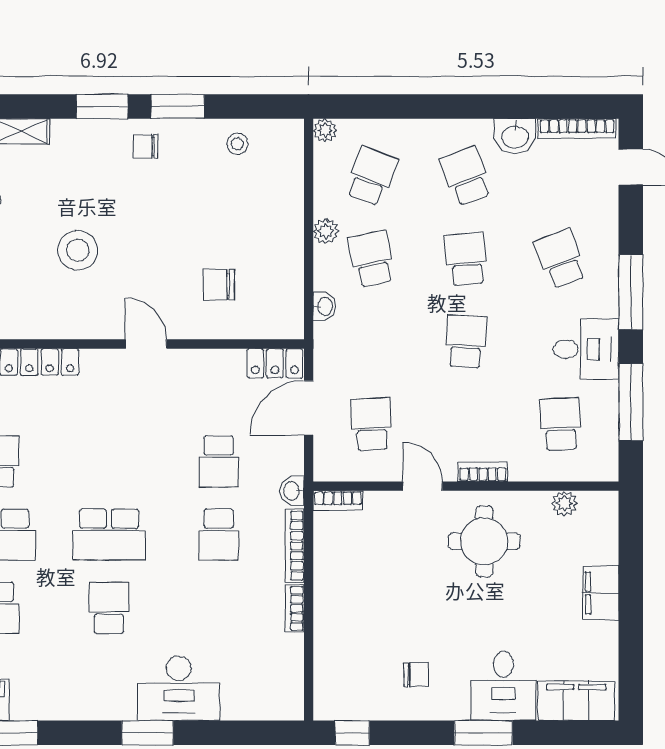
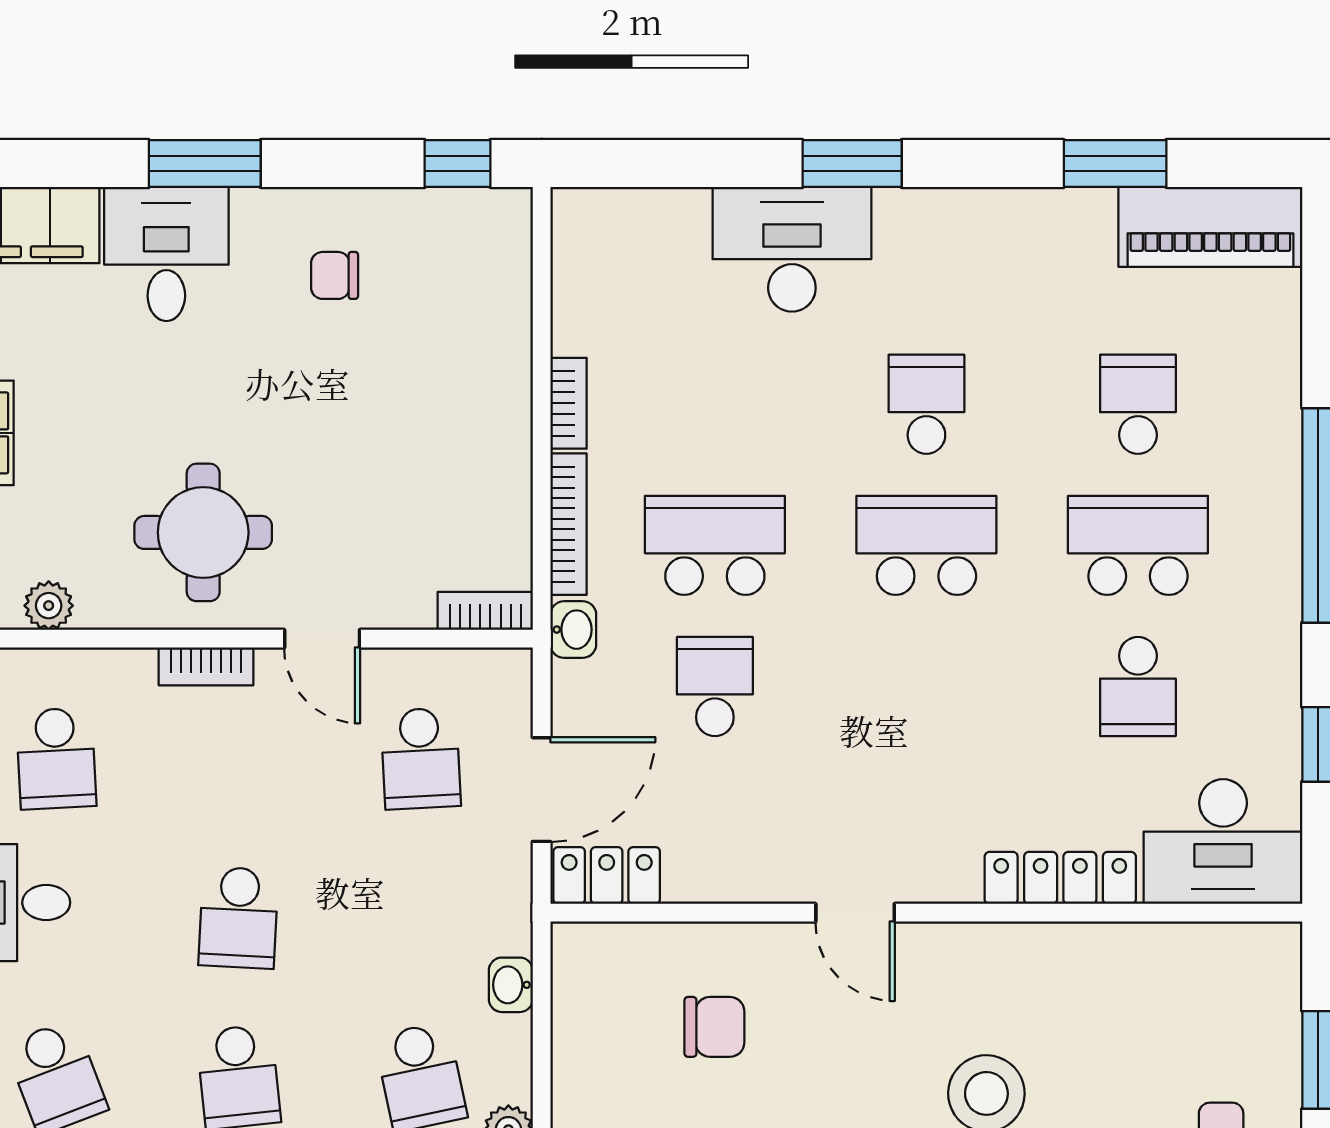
school desk: (219, 535) -> (715, 545), width x1.85
school desk: (109, 608) -> (926, 404), turned 180

